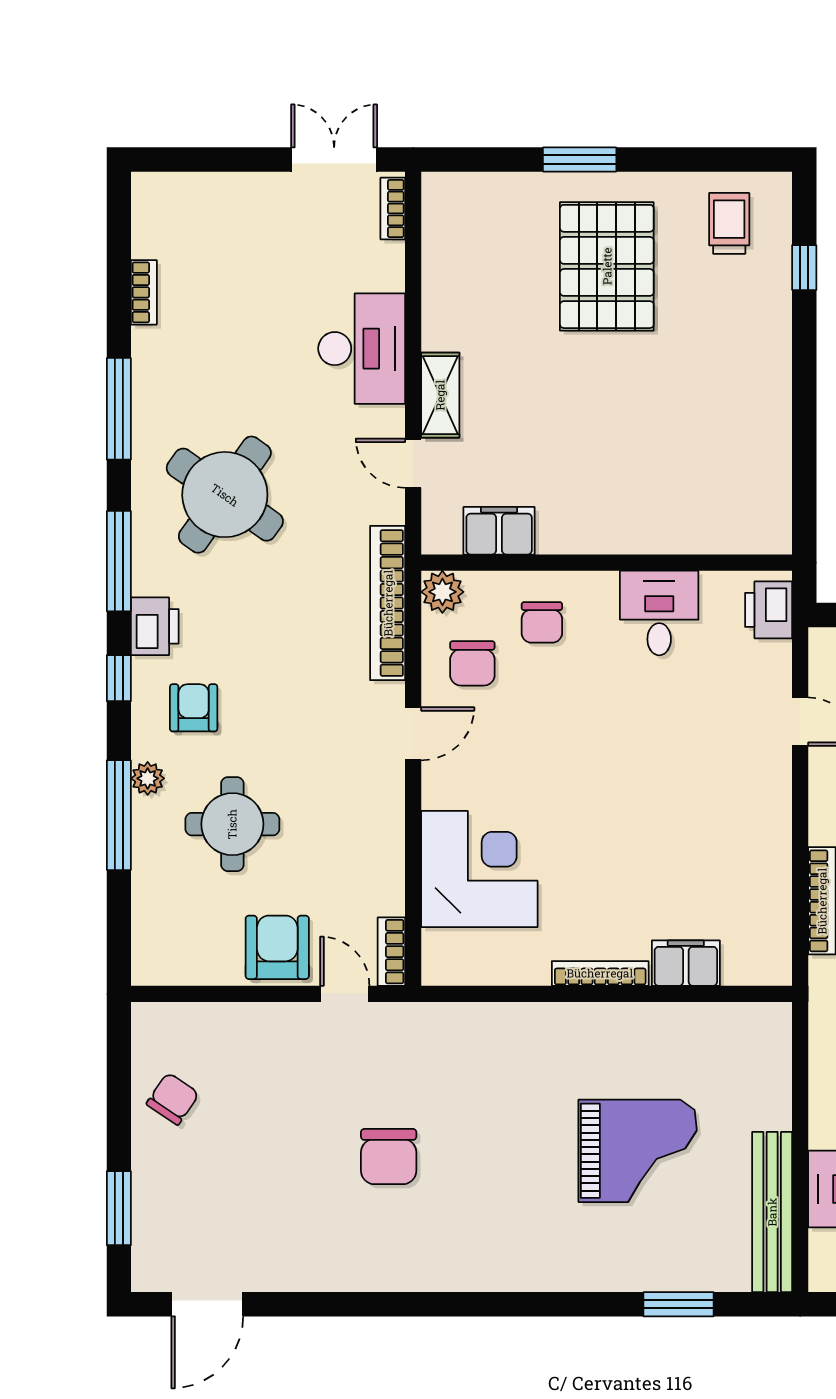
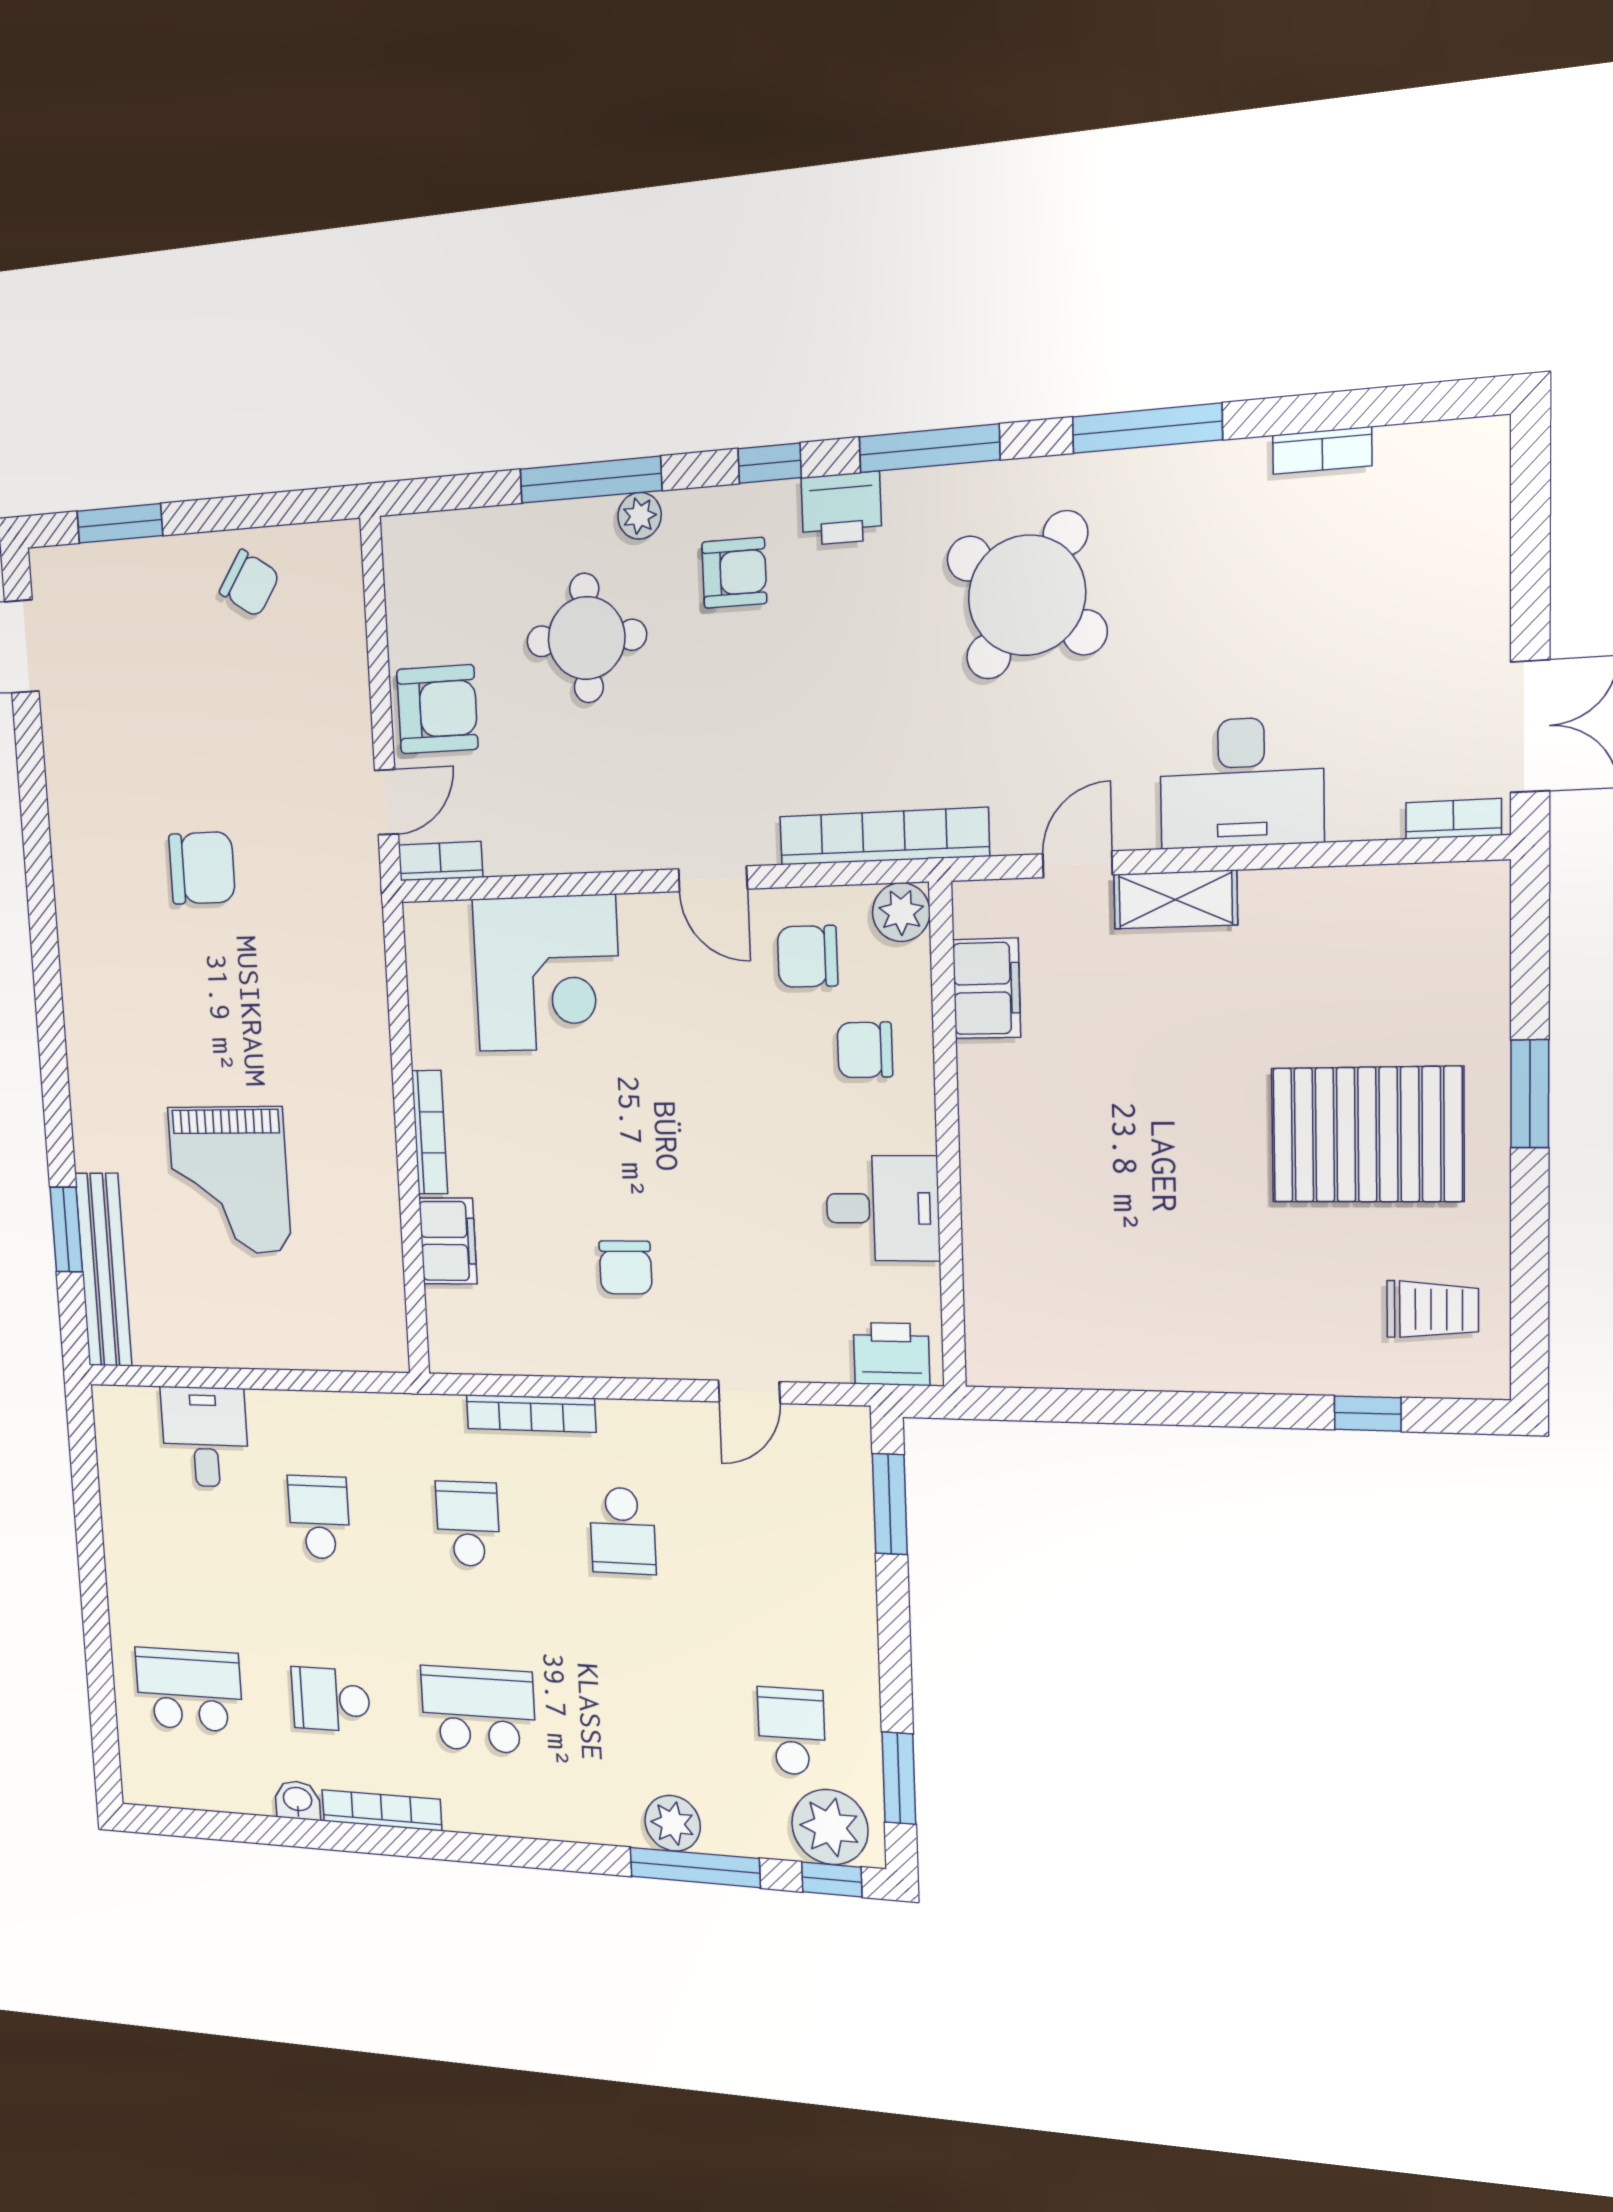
chair: (705, 817) -> (626, 1267), added
chair: (389, 1157) -> (202, 868), turned 180
bench: (772, 1212) -> (103, 1270), moved, turned 90

